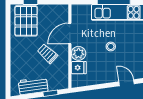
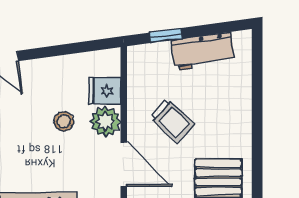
door: (70, 34) -> (124, 164), hinge flipped
stool: (111, 46) -> (64, 121), moved

